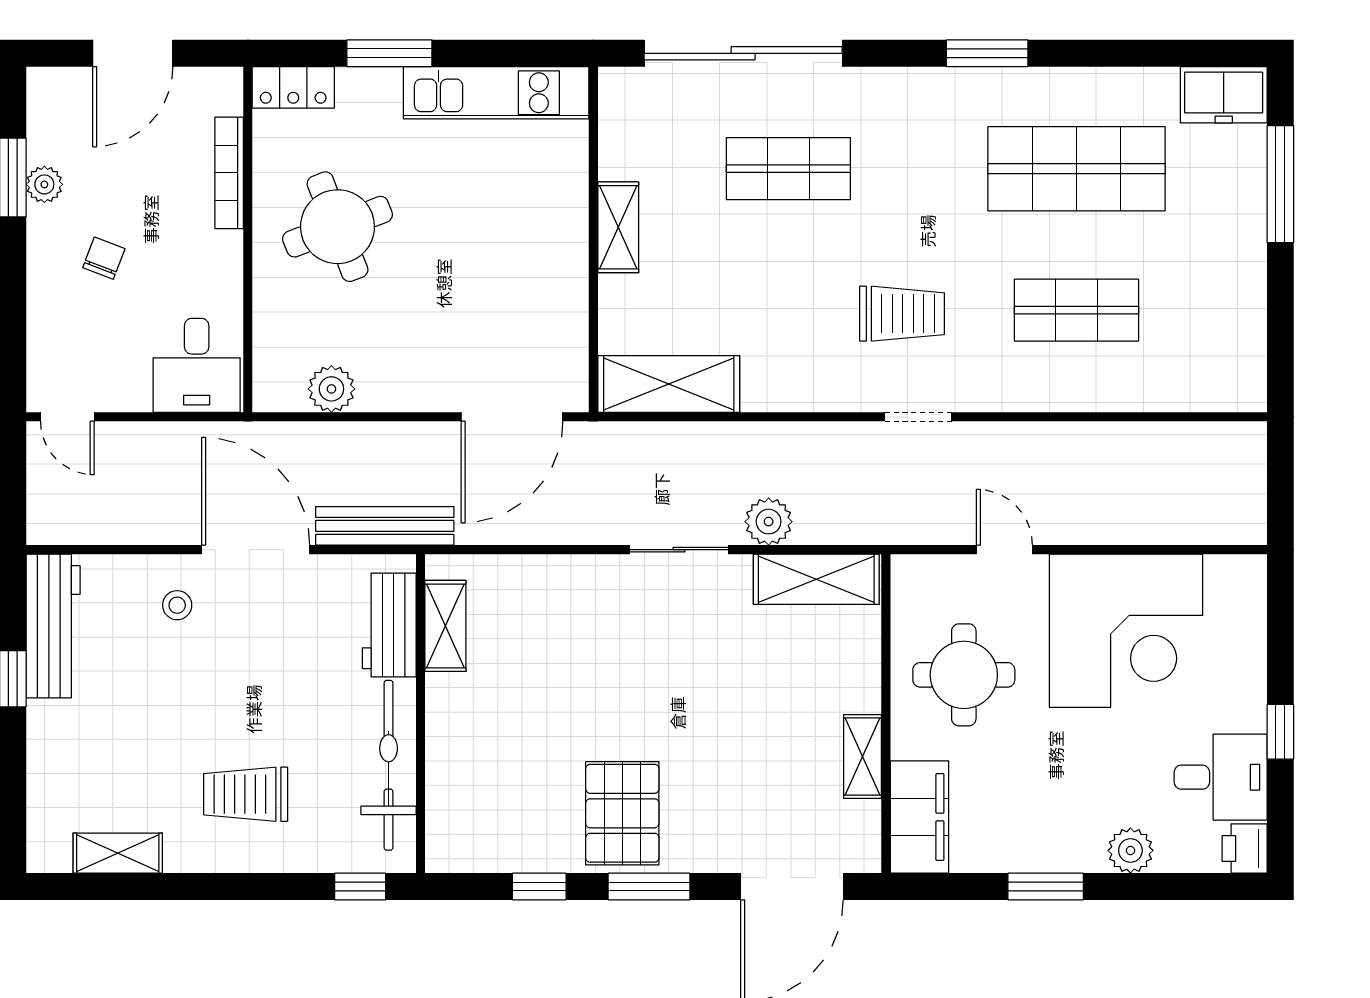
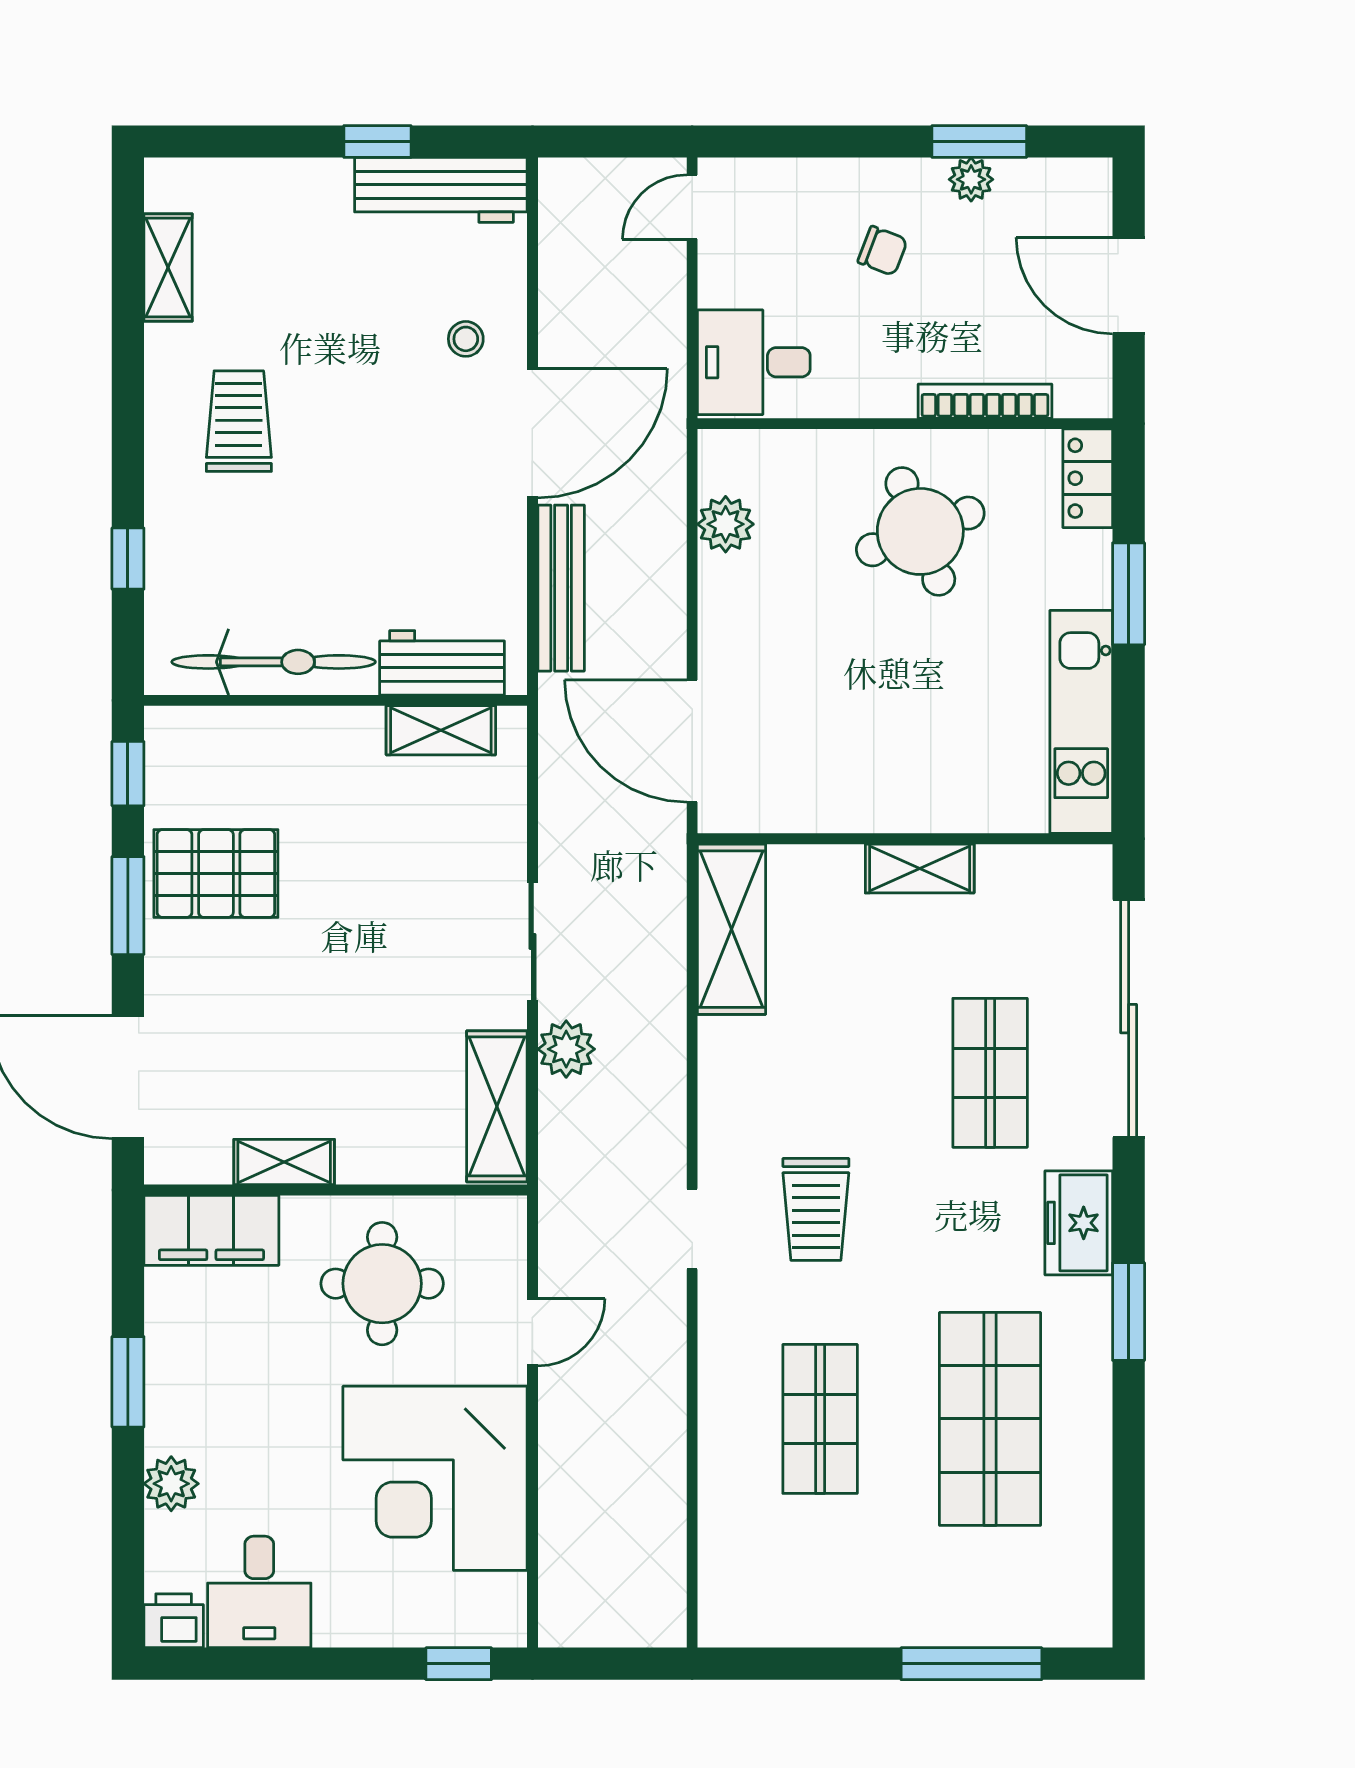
freezer: (1224, 95) -> (1079, 1223), moved
workbench: (389, 625) -> (442, 663), moved
shelving: (445, 626) -> (441, 730), moved
wall: (421, 714) -> (336, 700), moved
window: (1280, 732) -> (459, 1664), moved
bicycle: (389, 765) -> (274, 662), moved

